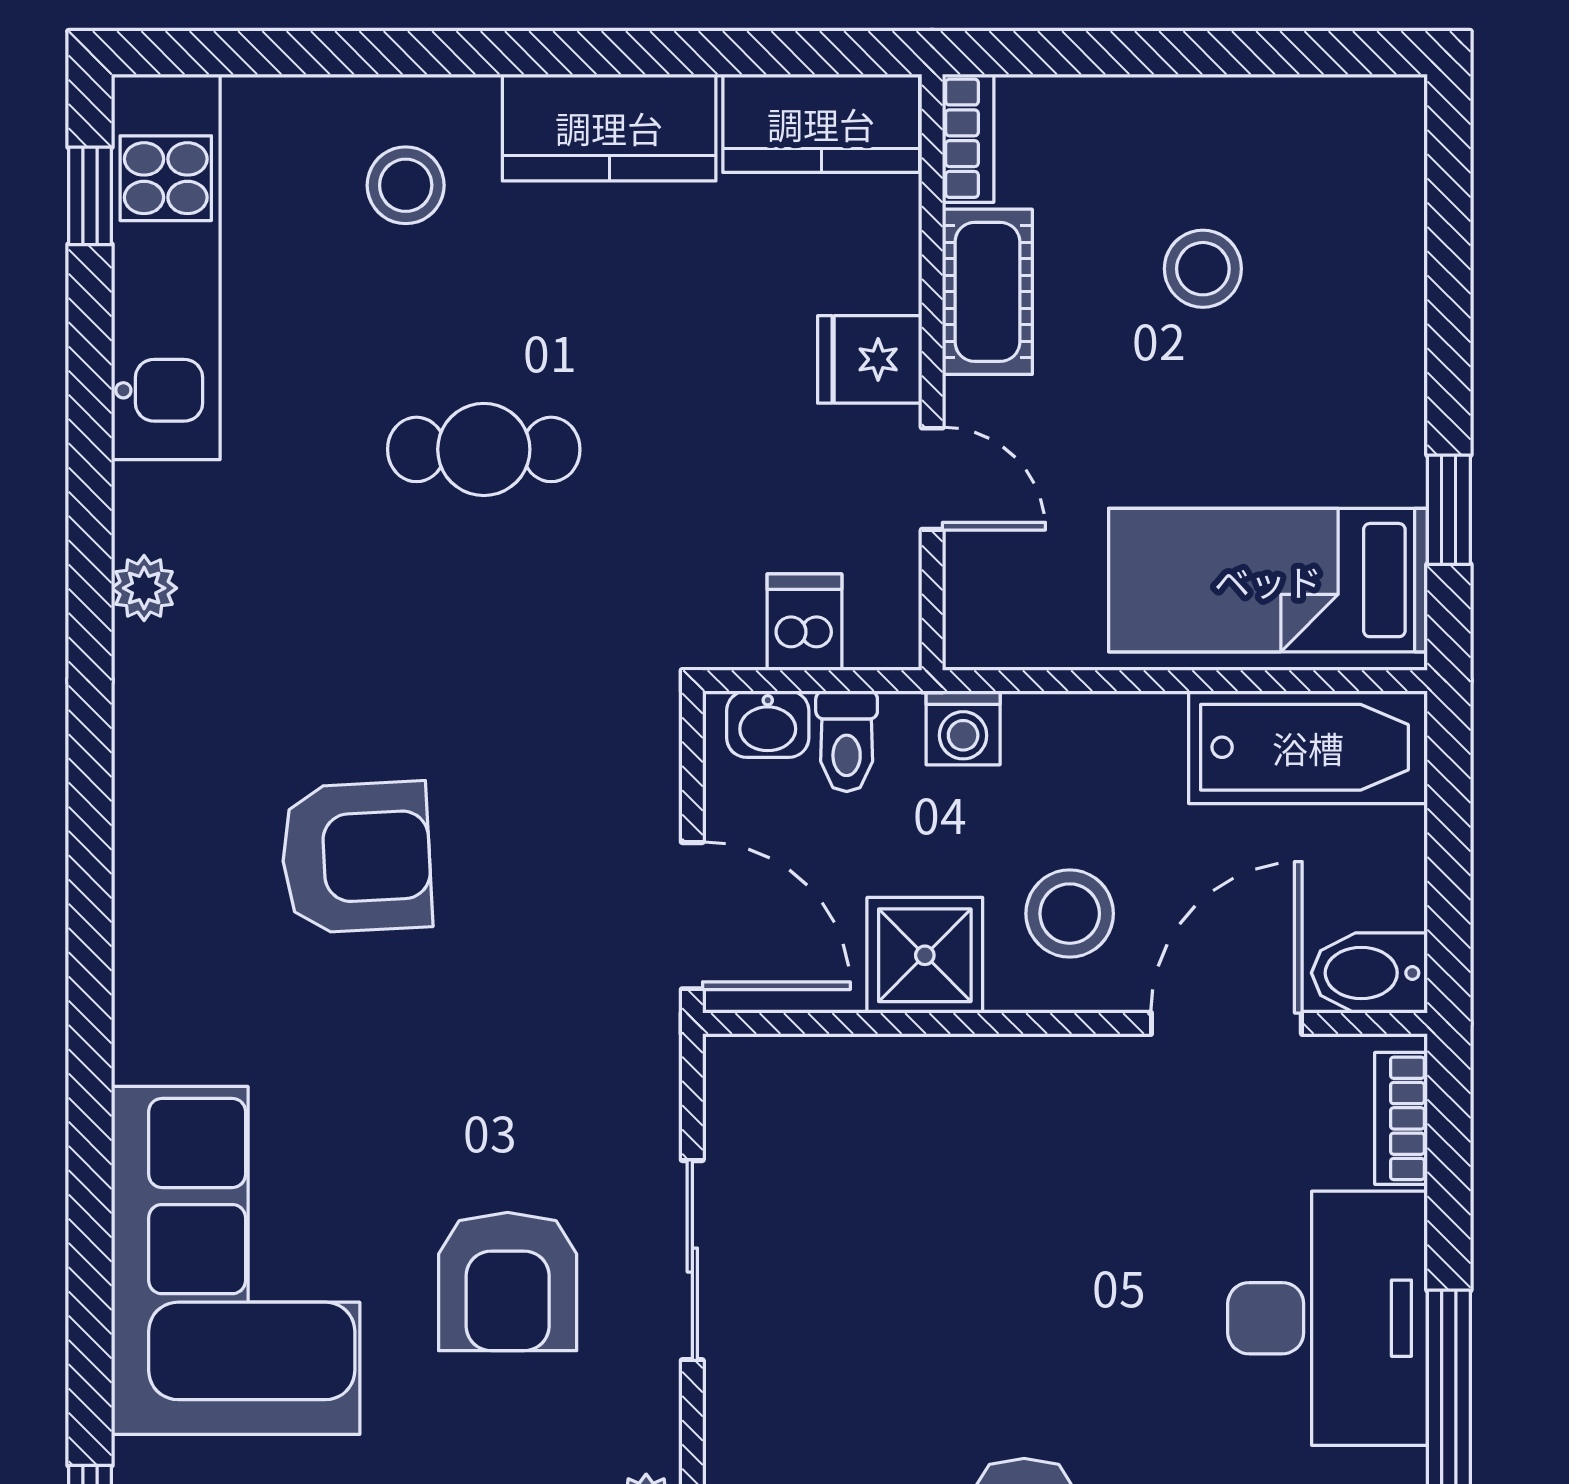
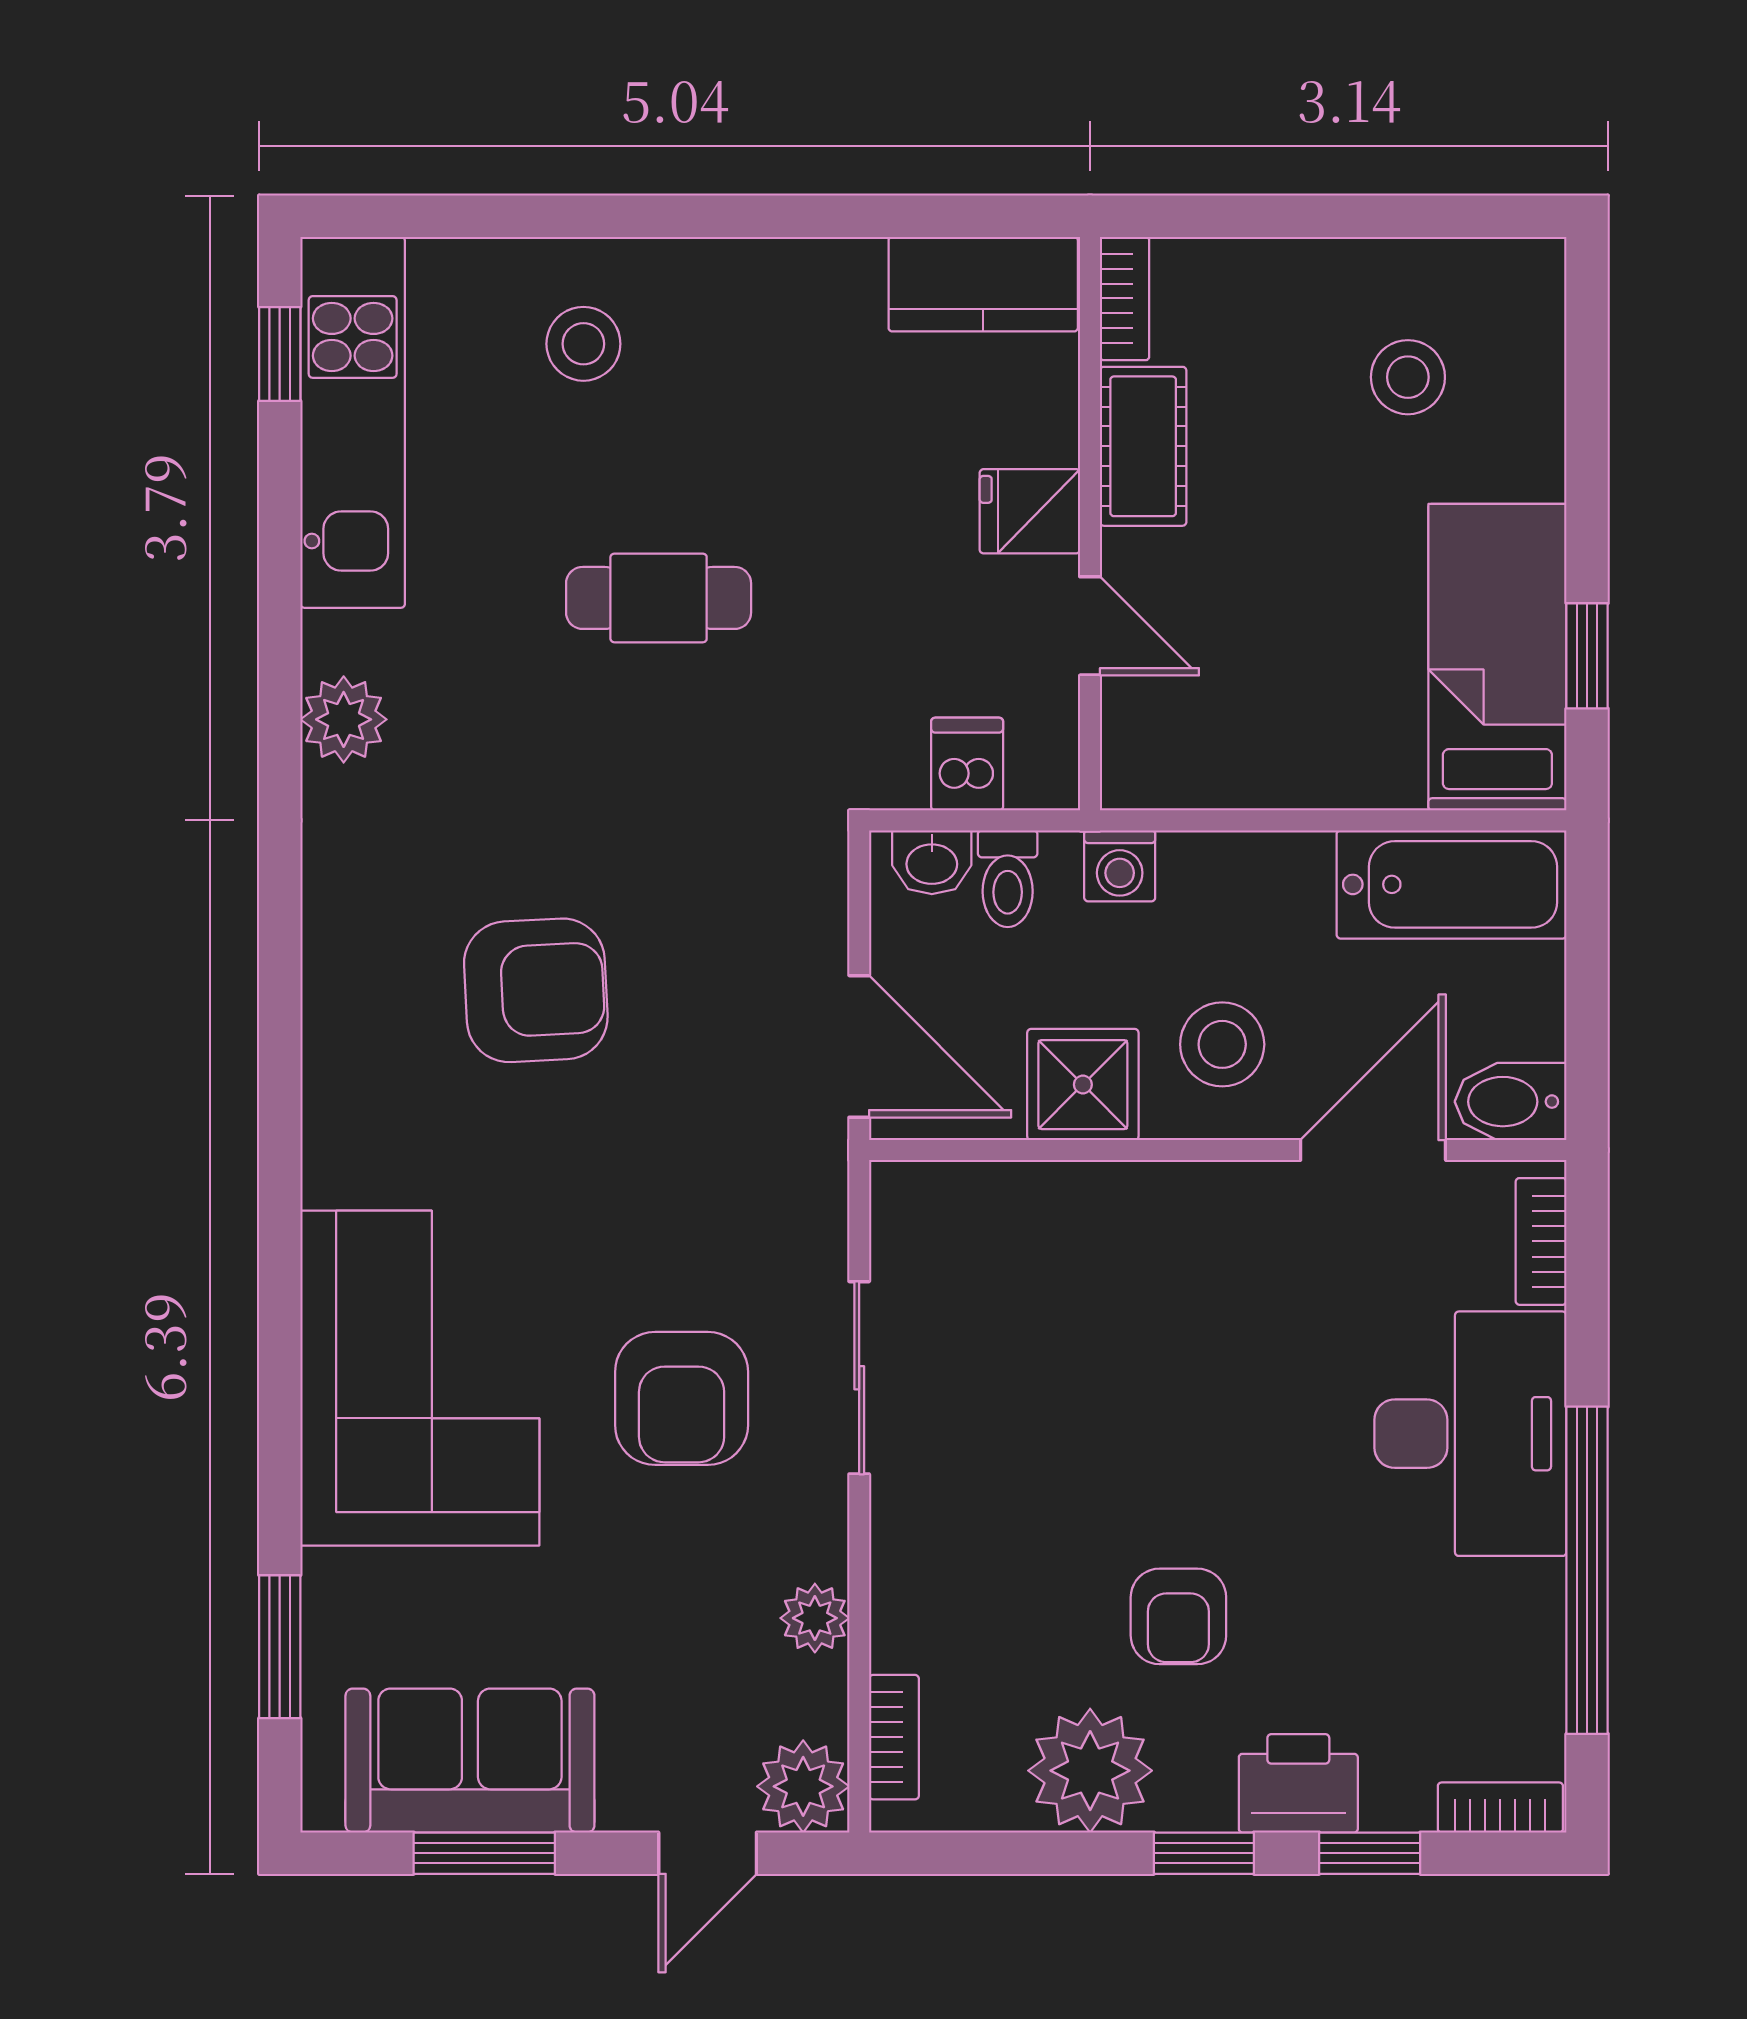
kitchen counter: (609, 127) -> (779, 288), removed
stool: (1203, 269) -> (1408, 377), moved
bed: (1268, 580) -> (1497, 657), moved, turned 90
plant: (144, 588) -> (344, 719), width x1.38, depth x1.38

